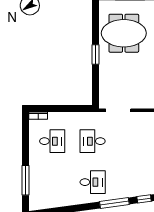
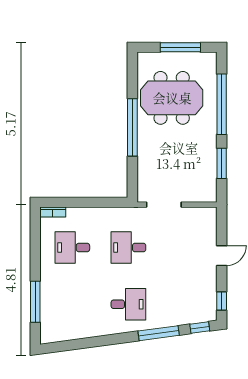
window: (95, 54) -> (132, 127), width x2.11
desk: (52, 141) -> (72, 247), turned 180

